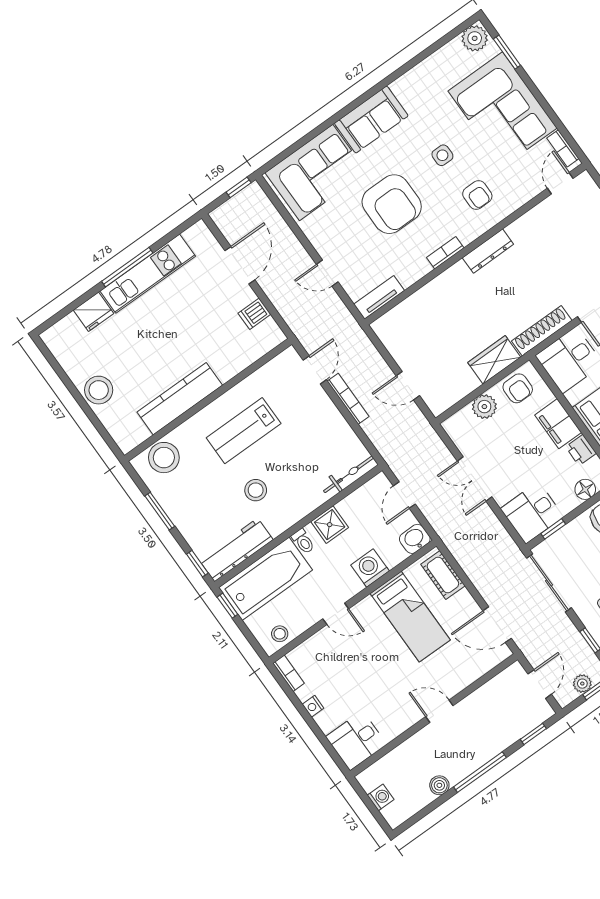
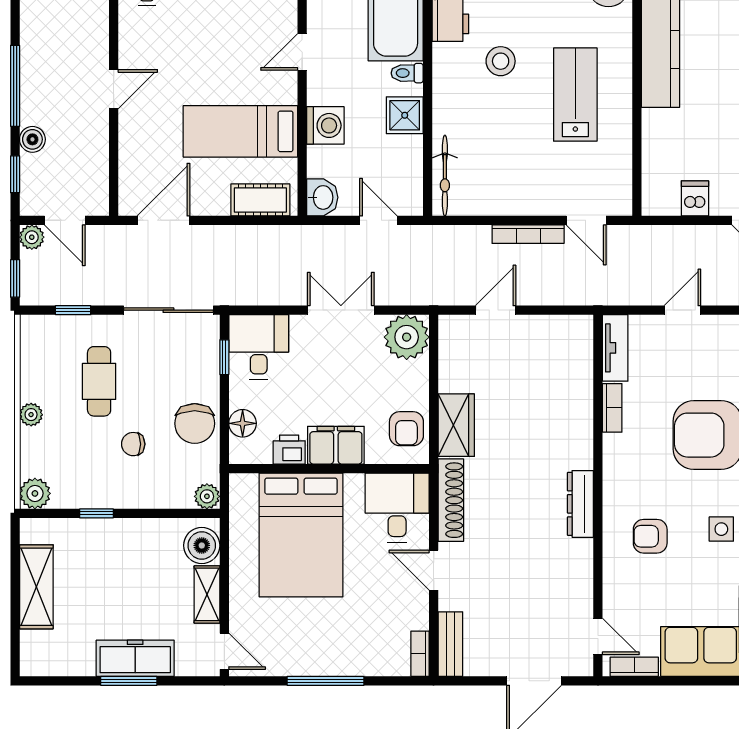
bookcase: (445, 253) -> (612, 408), moved
armchair: (518, 388) -> (406, 429), turned -90
plant: (484, 407) -> (407, 337), moved, width x1.36, depth x1.36
plant: (582, 684) -> (32, 237), moved
boiler: (439, 785) -> (32, 139), moved

